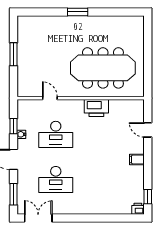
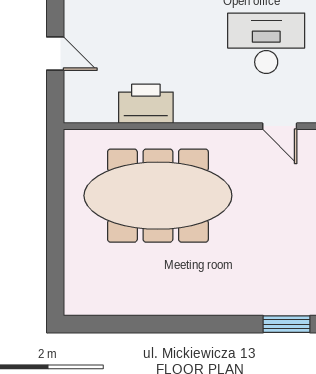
window: (78, 12) -> (287, 324), moved
printer: (96, 108) -> (146, 104), moved

